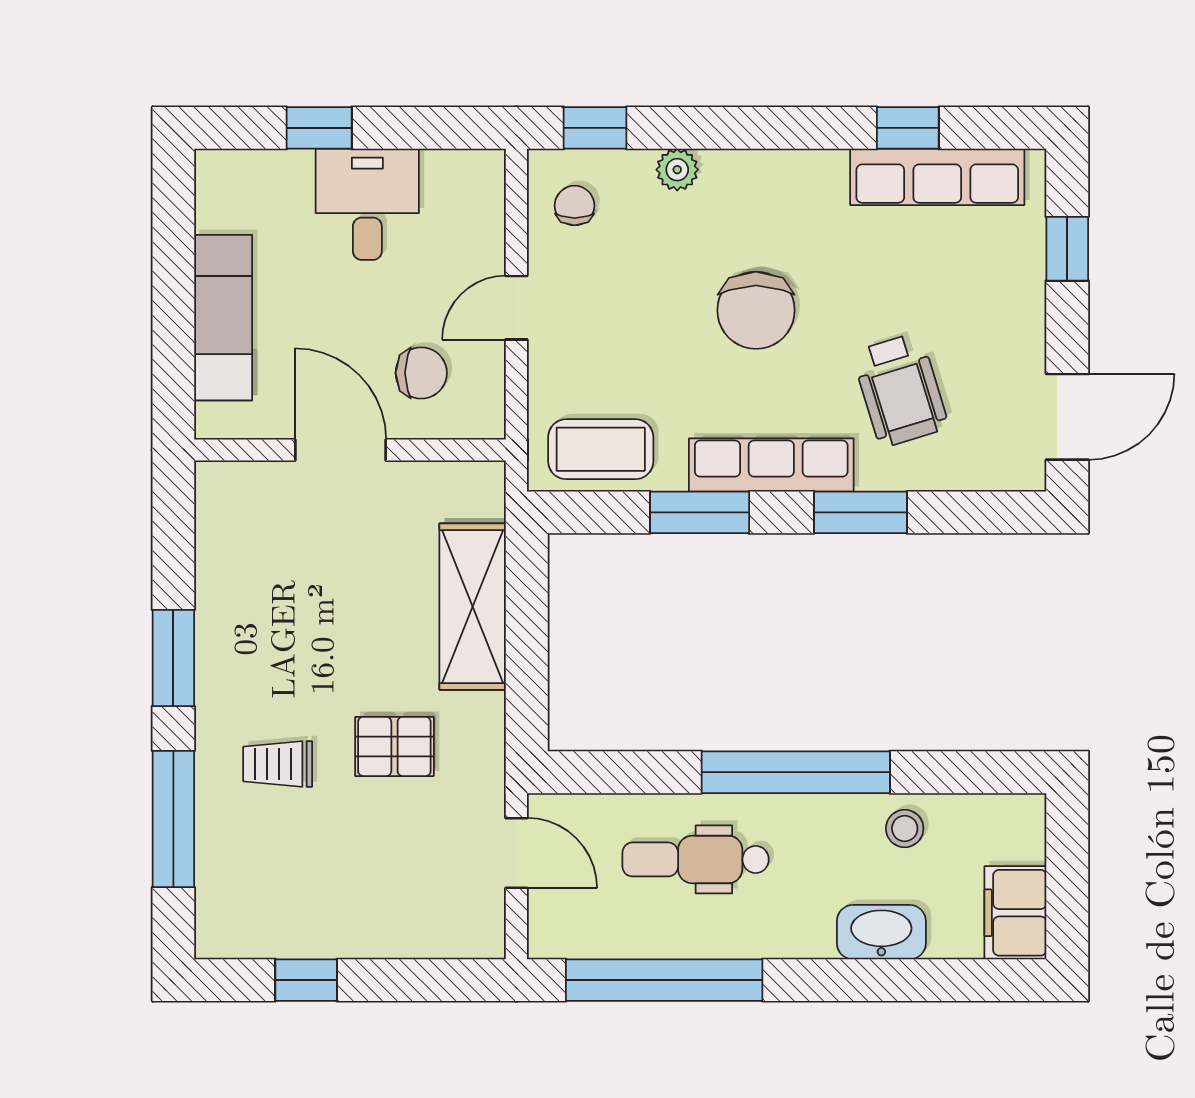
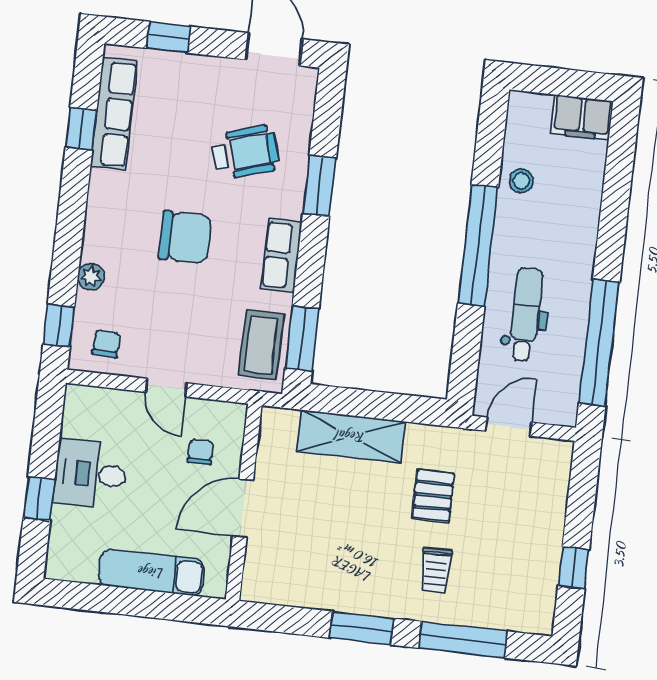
chair: (575, 206) -> (106, 344), turned 93
chair: (421, 373) -> (200, 452), width x0.73, depth x0.73
row of seats: (771, 465) -> (281, 255), width x0.68
window: (700, 512) -> (302, 338), moved
dental chair: (696, 859) -> (526, 314), turned 180
washbasin: (881, 932) -> (585, 203), removed

